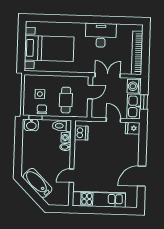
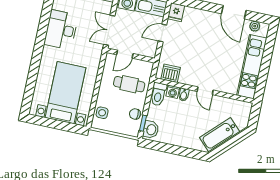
door: (90, 92) -> (125, 54), swing flipped
side table: (40, 94) -> (102, 113), moved
door: (72, 176) -> (205, 91), moved
plant: (133, 196) -> (255, 26), added

